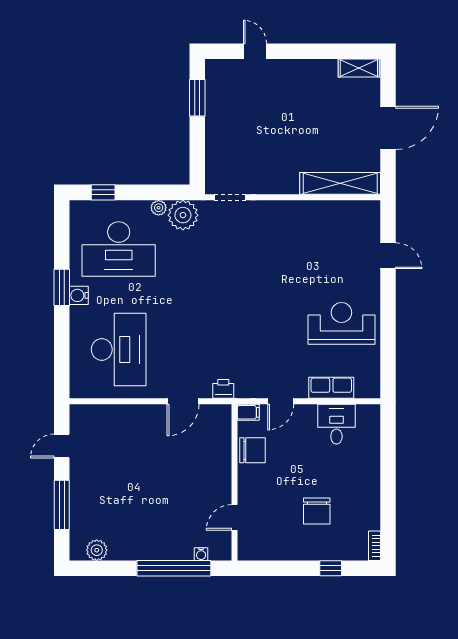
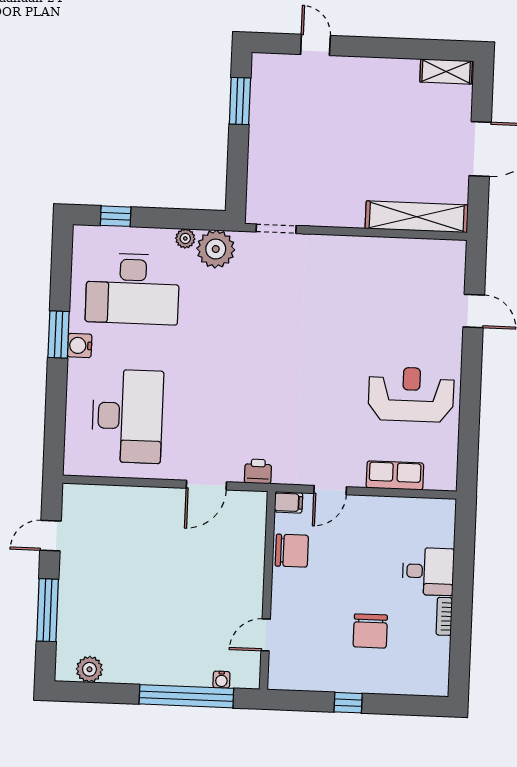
desk: (336, 424) -> (428, 571), moved, turned 90
bookcase: (375, 546) -> (444, 616), moved
window: (331, 568) -> (348, 703), moved

